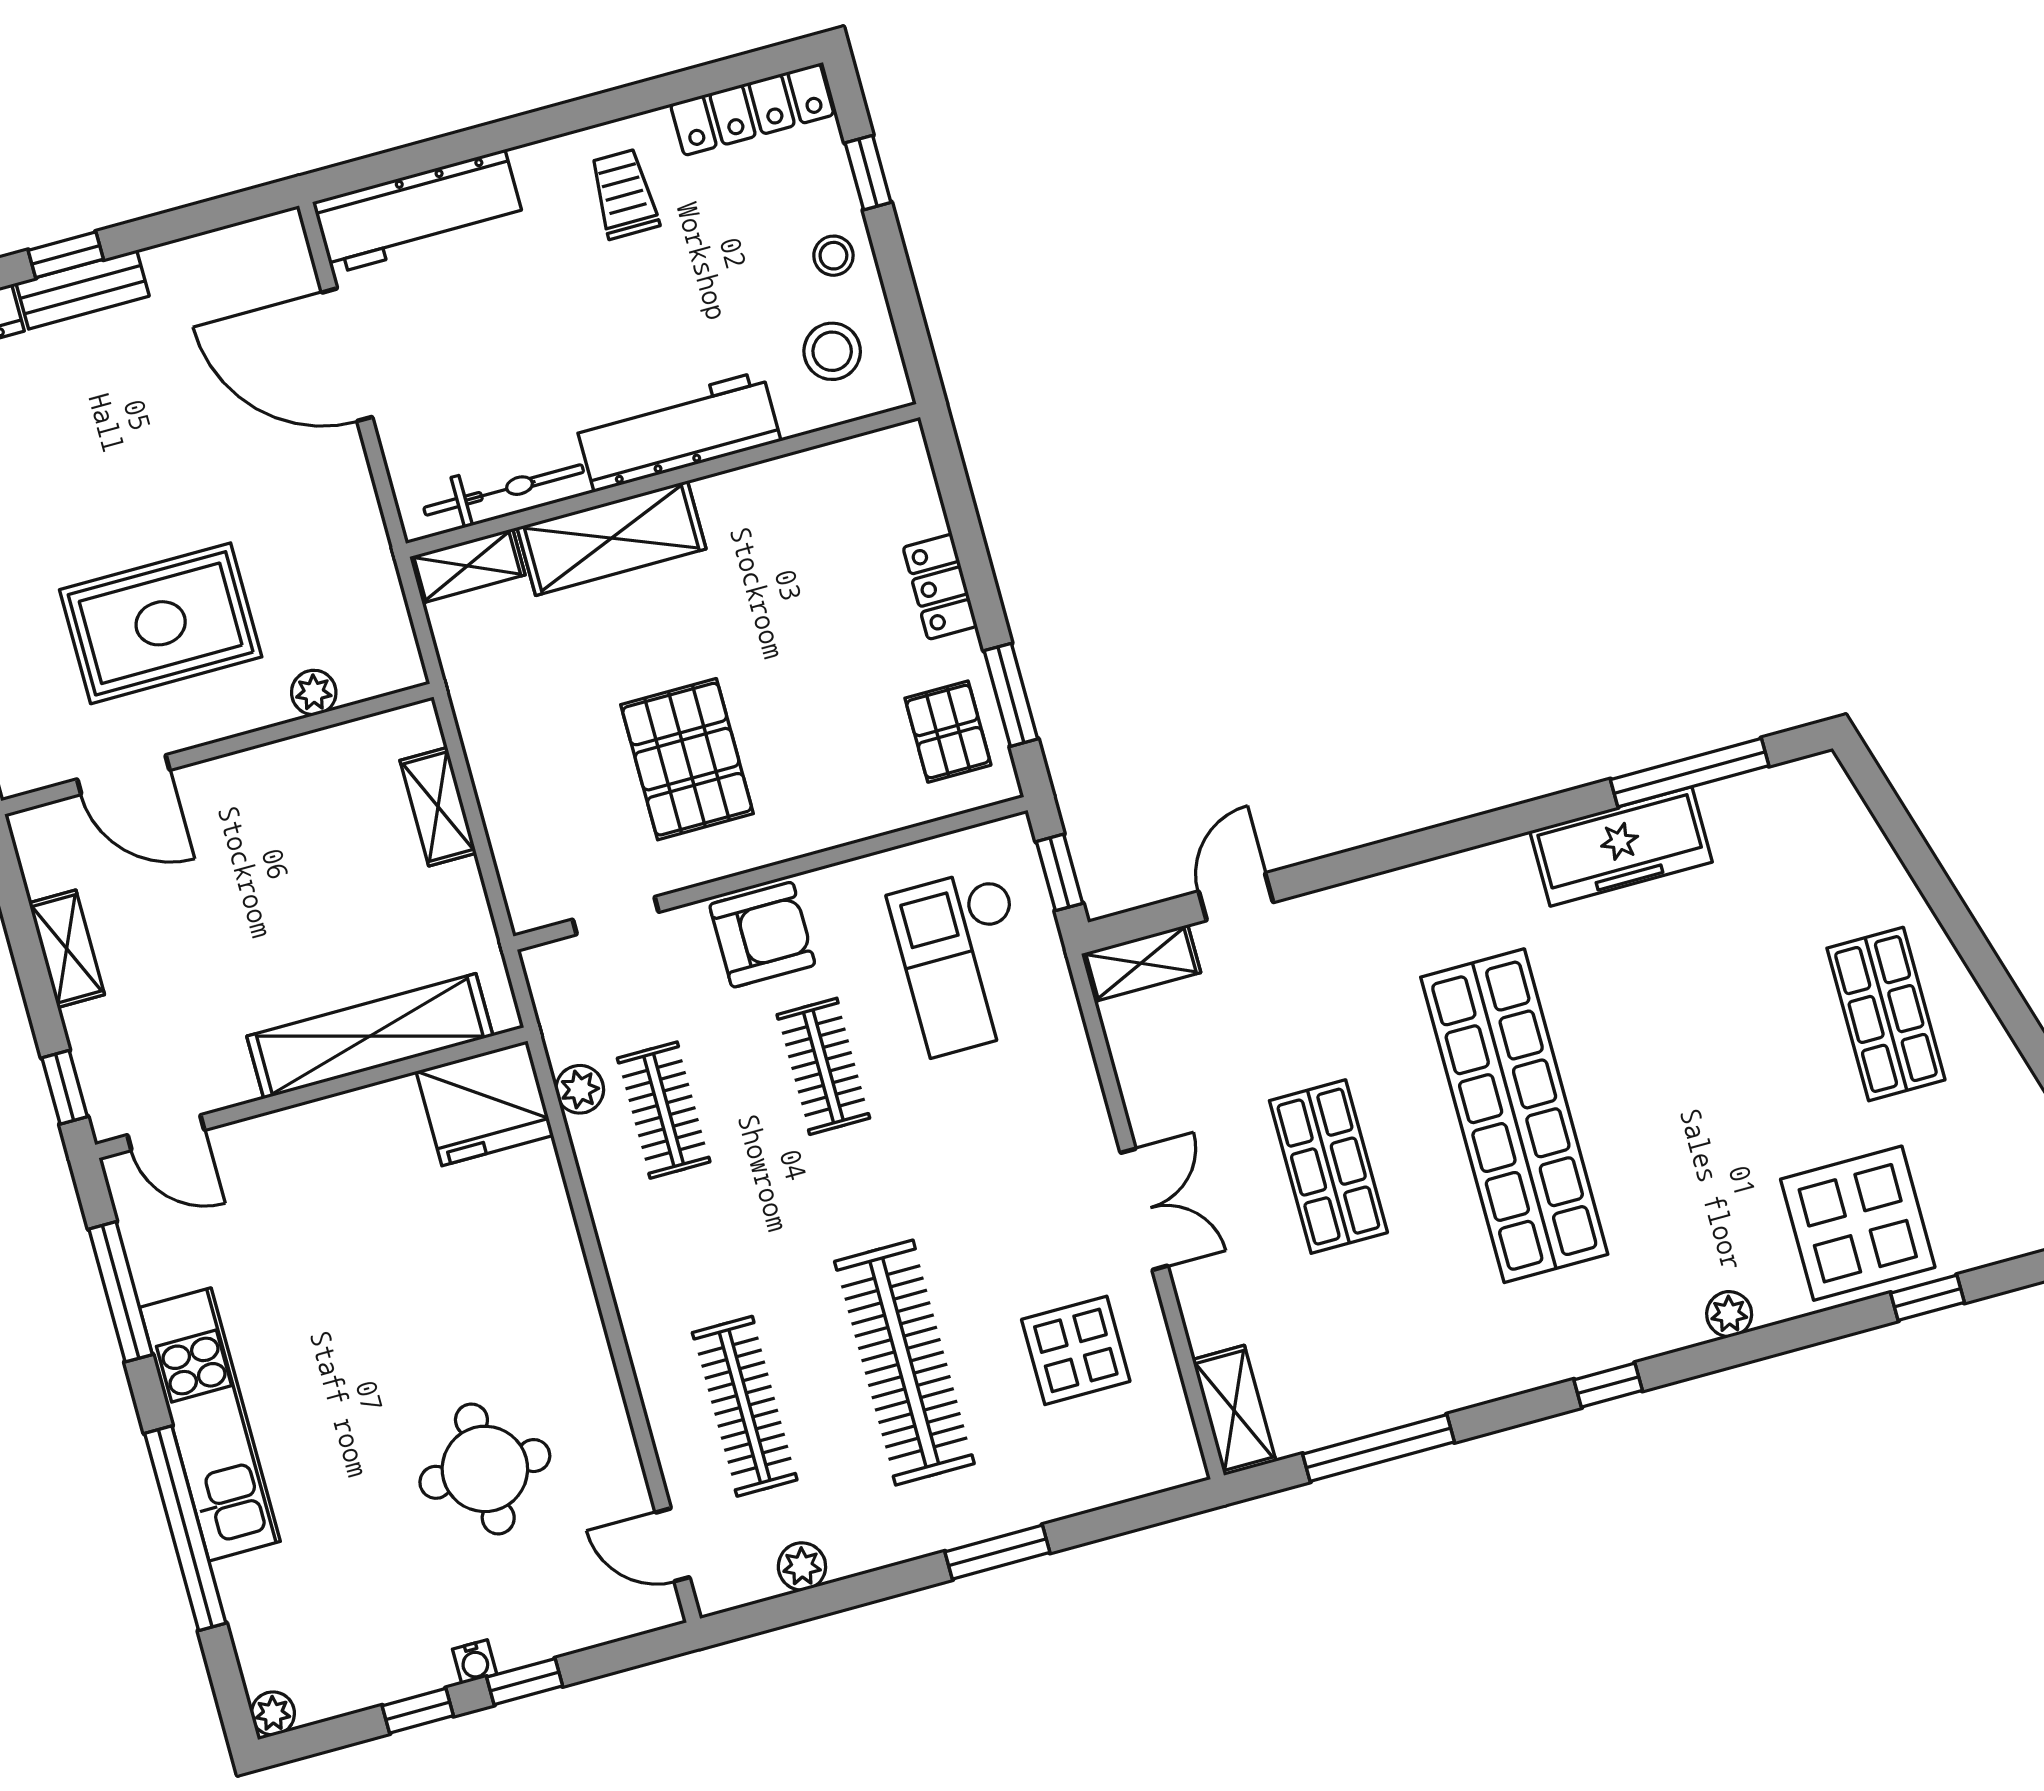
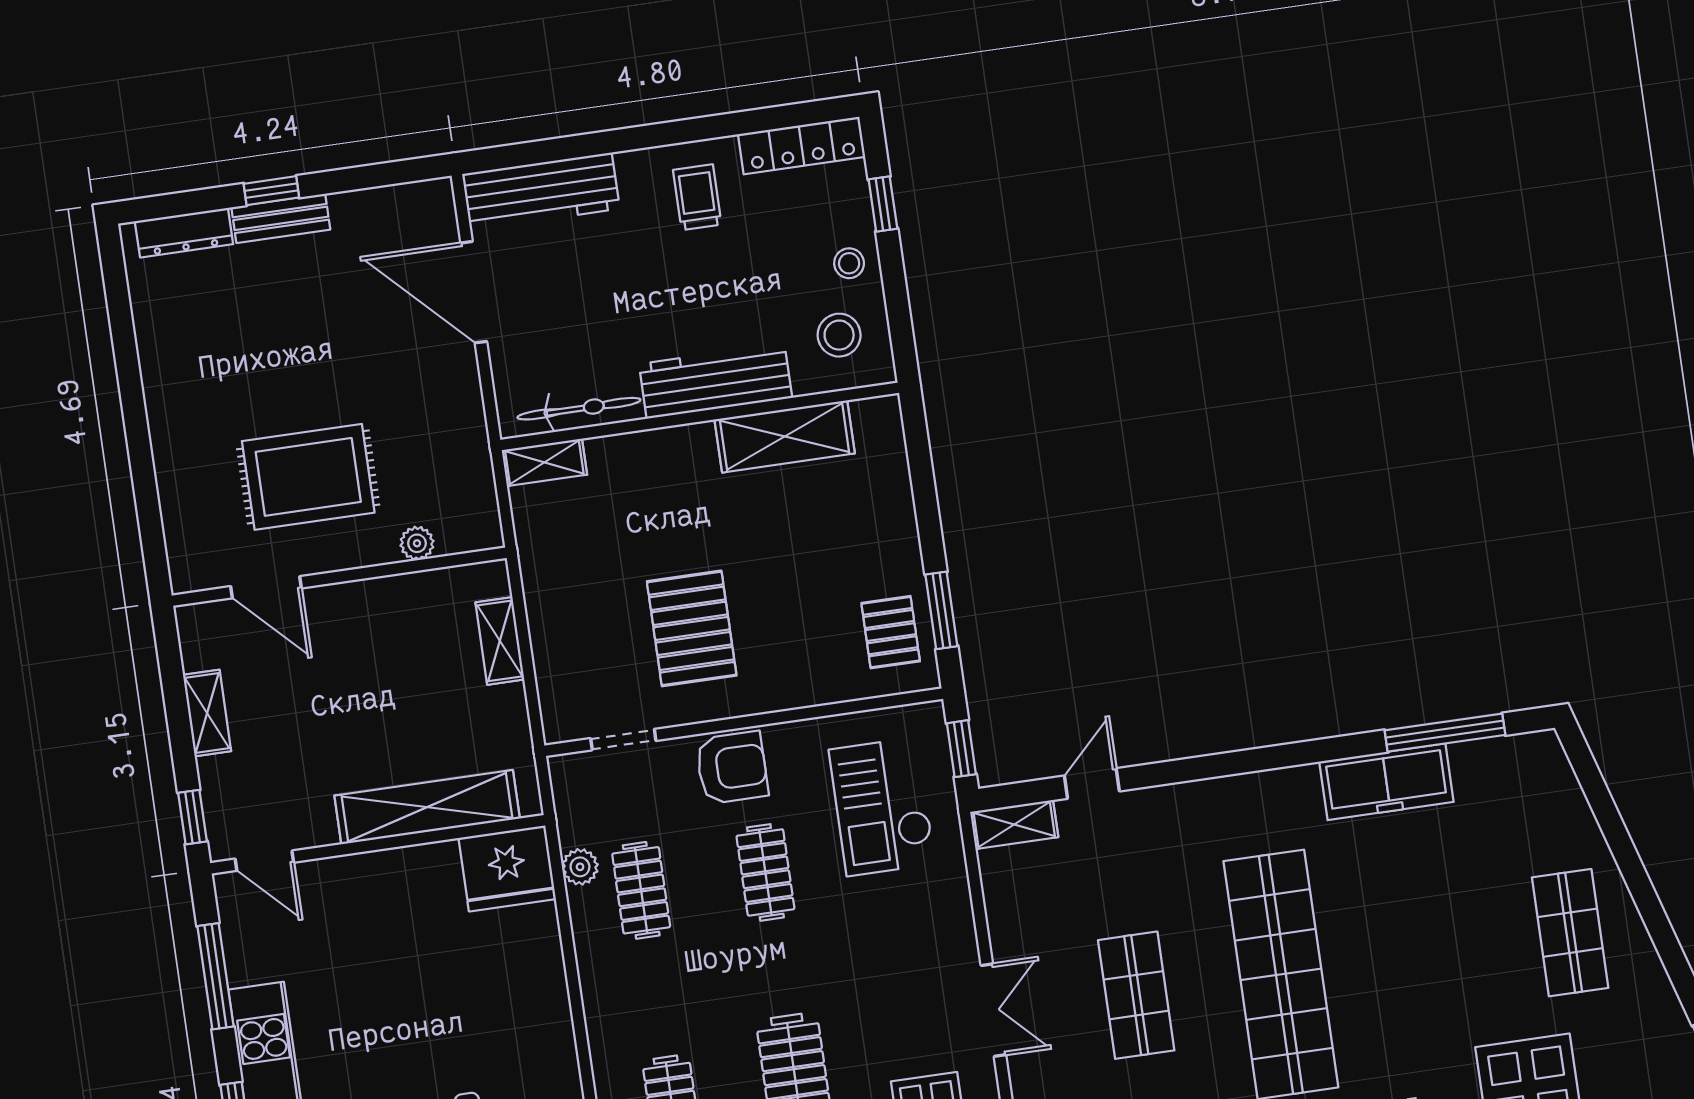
shelving: (611, 538) -> (785, 436), moved
locker: (940, 587) -> (898, 522), removed

